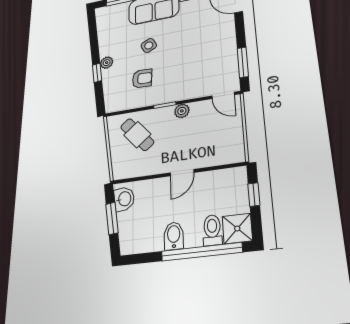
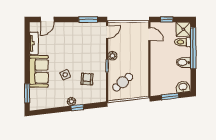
door: (182, 173) -> (149, 34), moved
washbasin: (124, 199) -> (183, 87), moved

